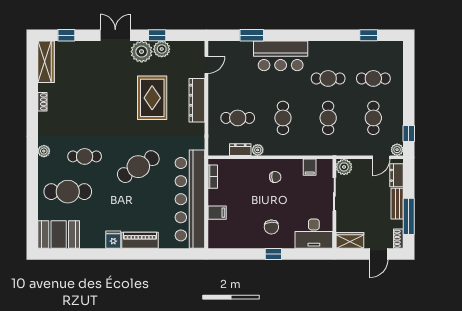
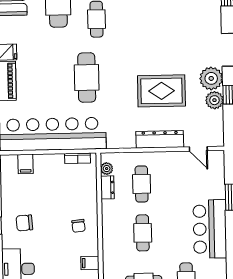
cafe table: (283, 118) -> (143, 233), turned 90
plant: (258, 150) -> (107, 169), moved
cafe table: (138, 167) -> (87, 78), turned 32
filing cabinet: (217, 213) -> (25, 164), moved

